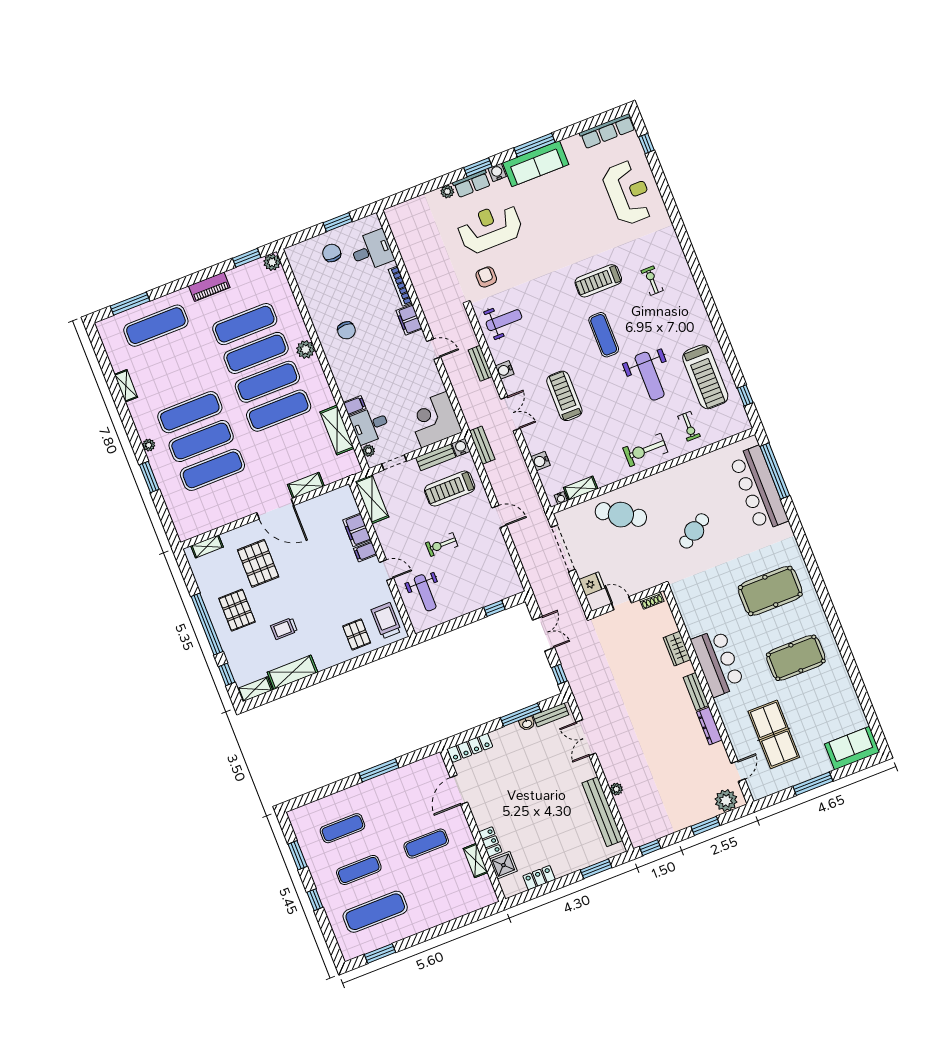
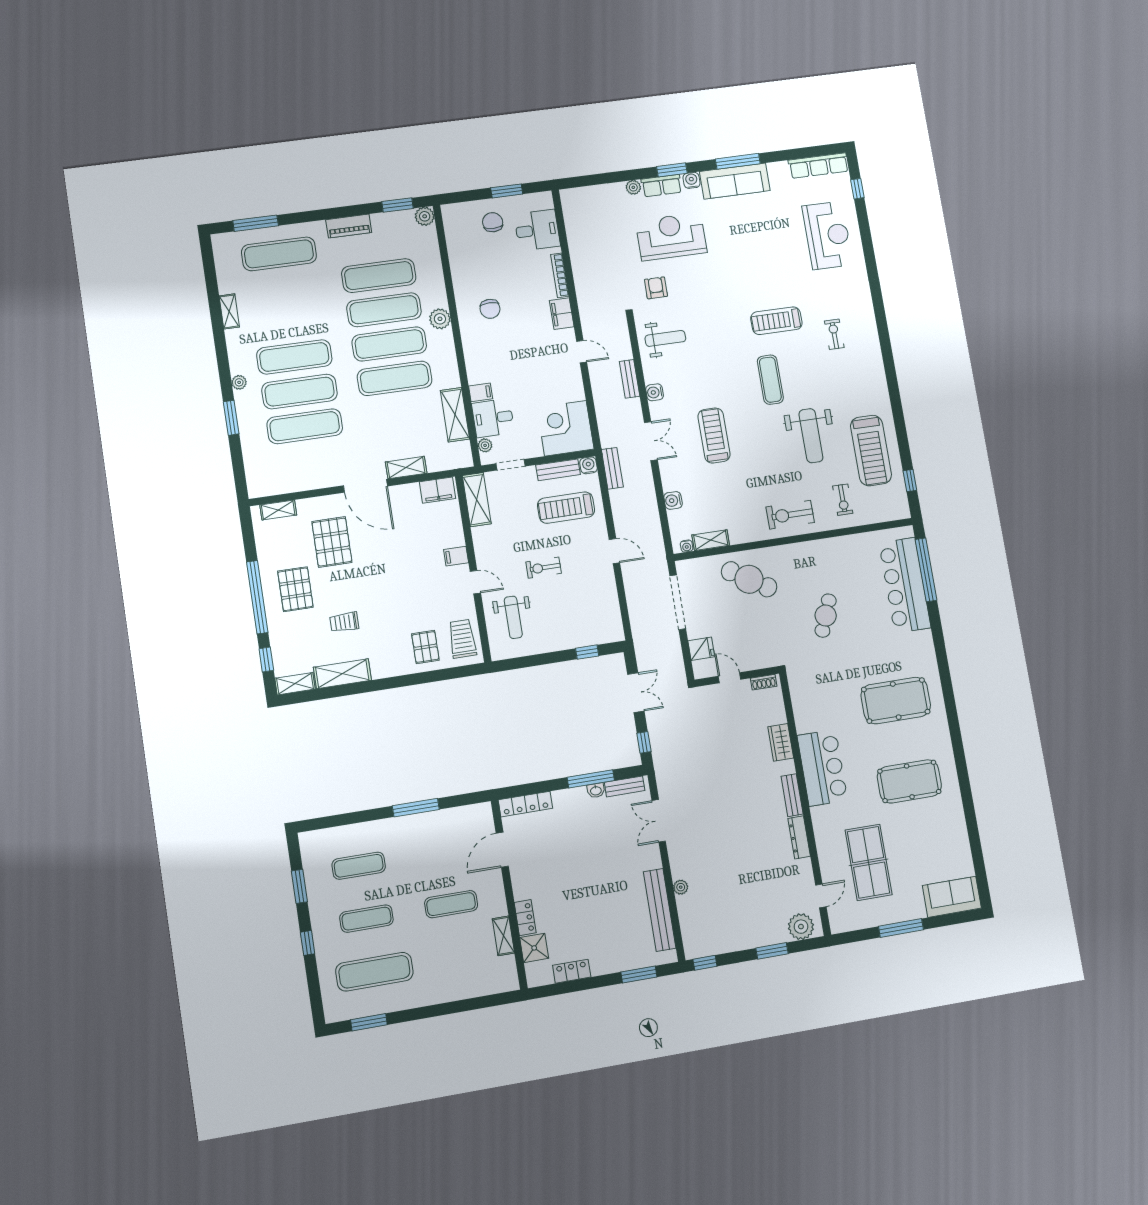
filing cabinet: (357, 530) -> (438, 490), moved, turned -90
cafe table: (694, 531) -> (826, 616), turned -35

